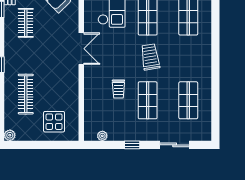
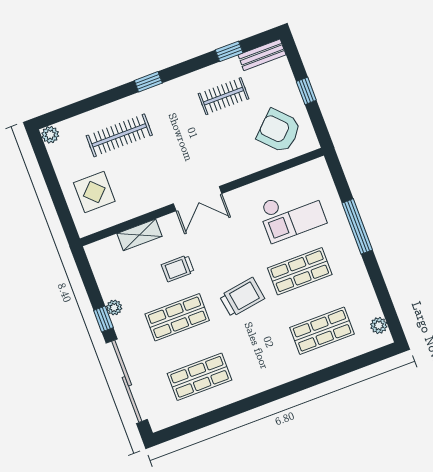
double door: (81, 49) -> (198, 199), moved
shelving: (90, 104) -> (139, 235), added
plant: (102, 136) -> (114, 308), moved
sliding door: (175, 145) -> (127, 381), width x1.86

